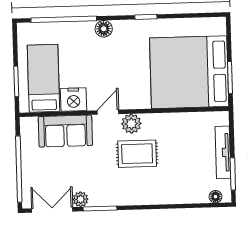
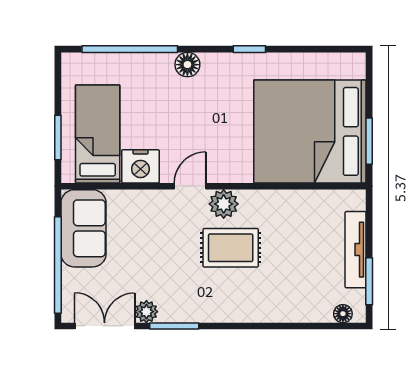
sofa: (65, 131) -> (83, 228), moved, turned -90

